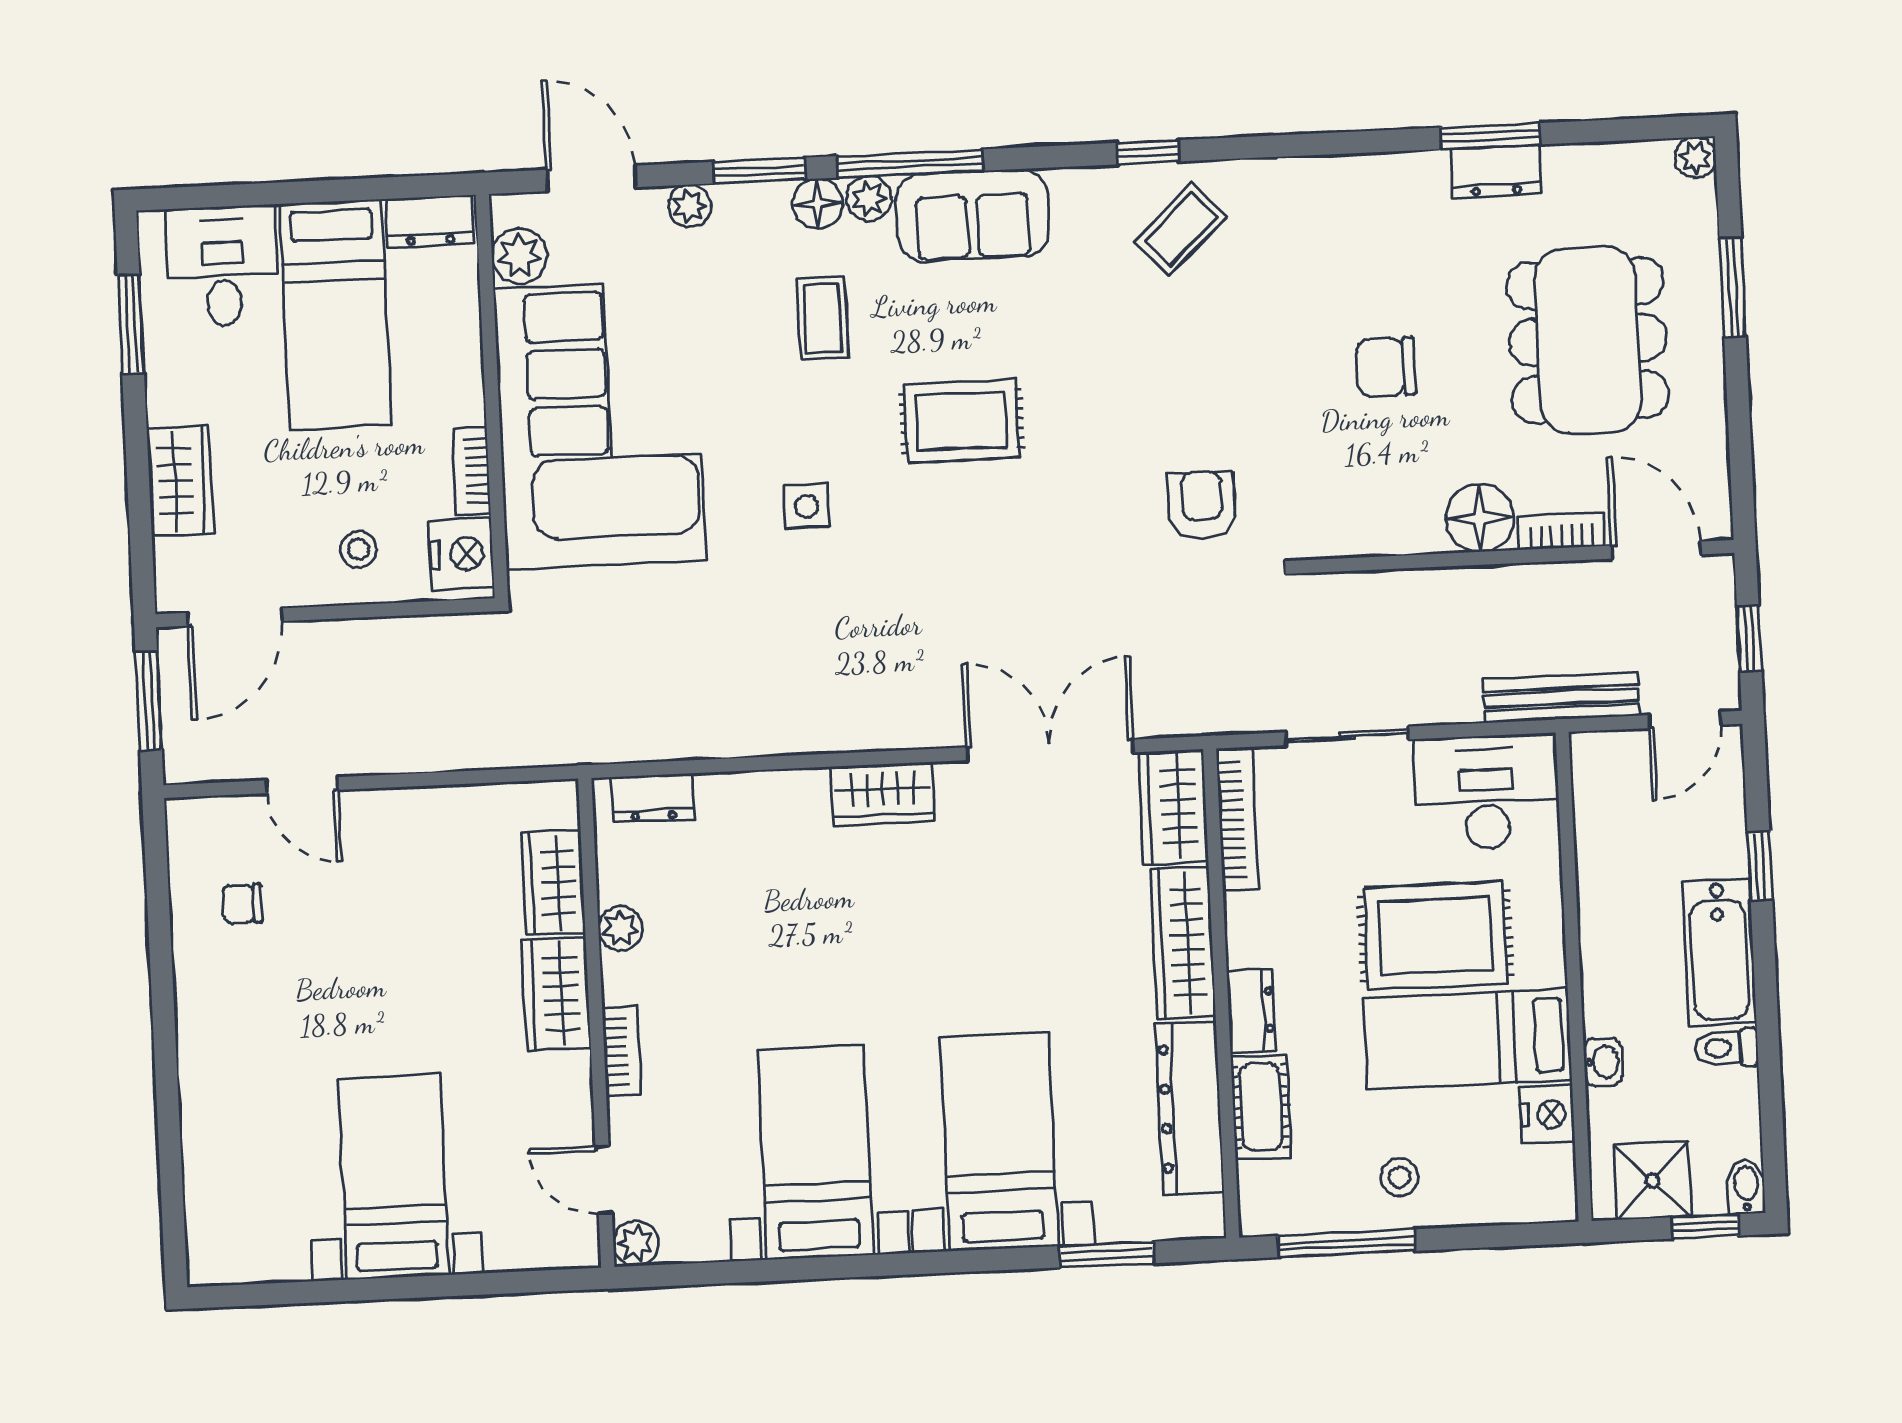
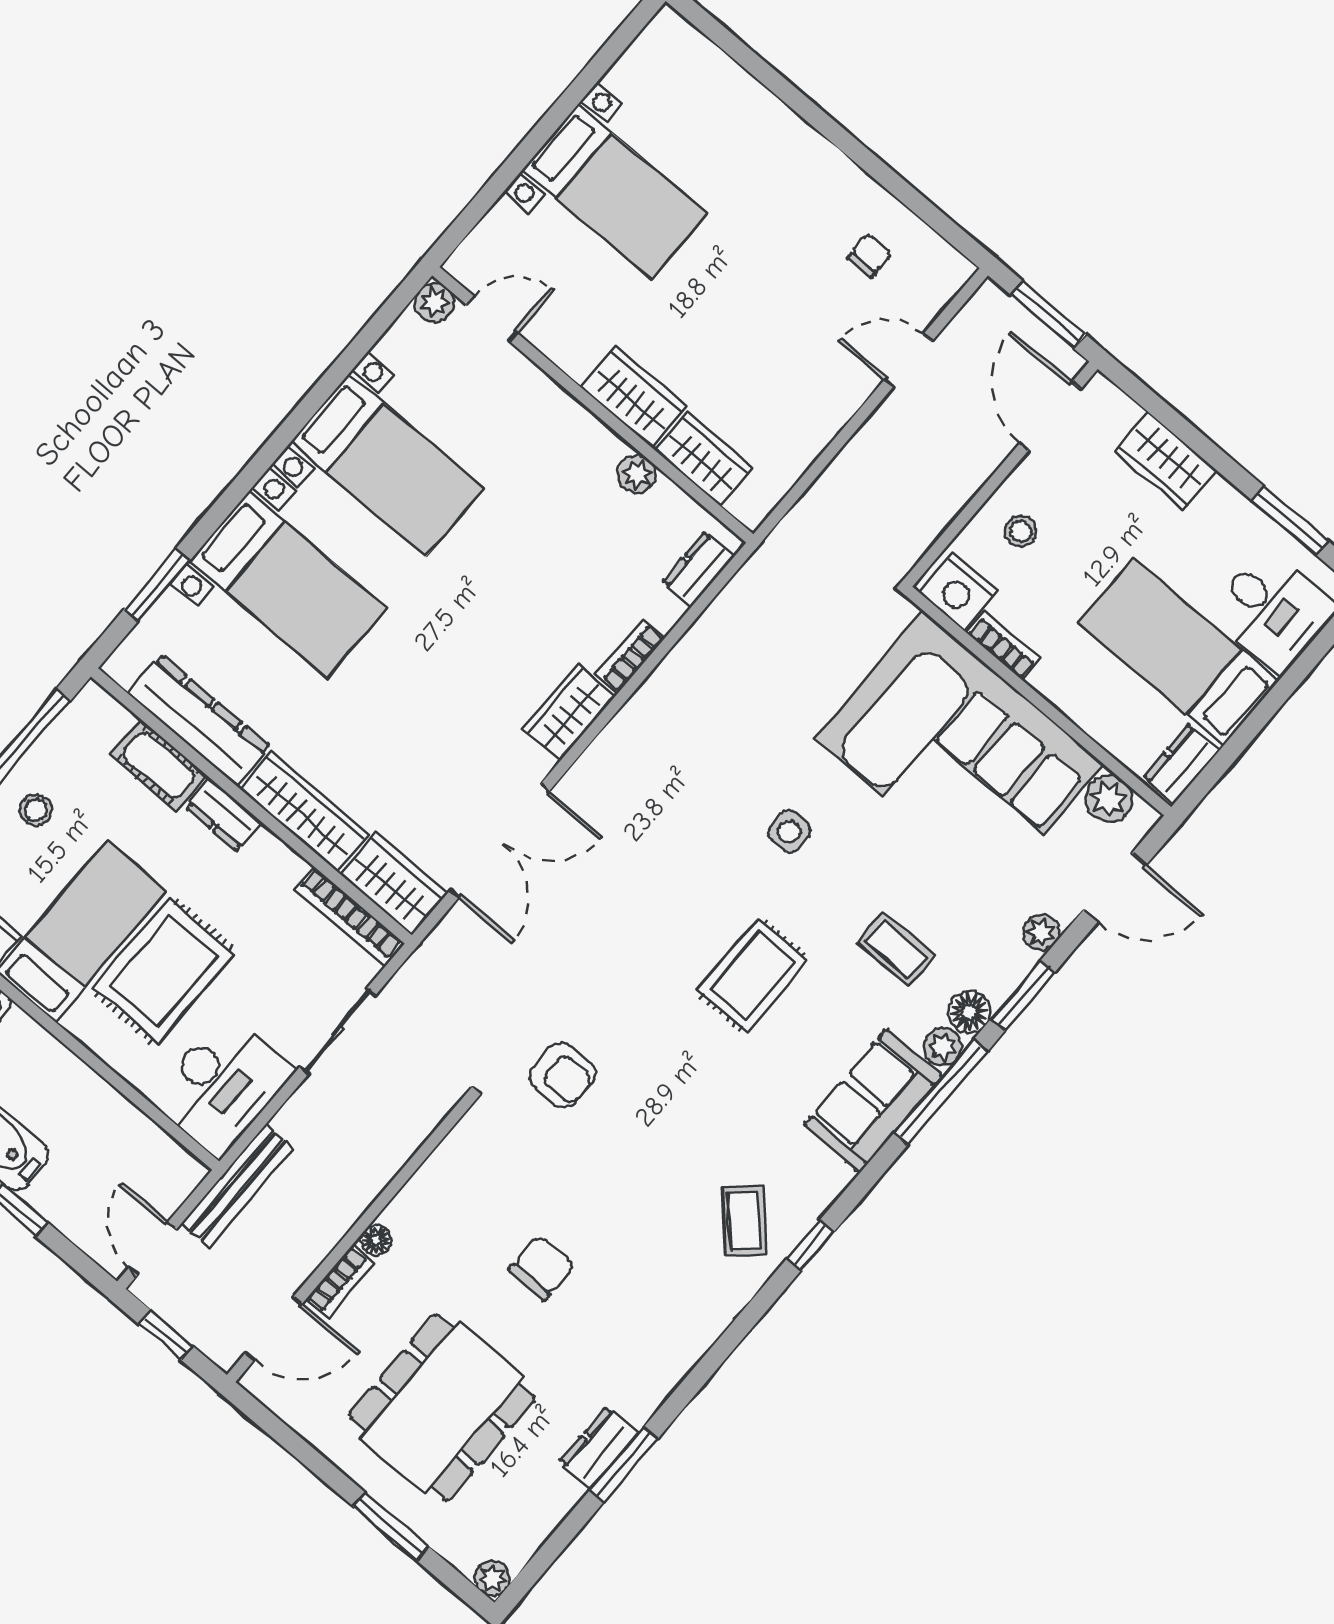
dining table: (1588, 340) -> (442, 1407), turned 90
floor lamp: (1480, 518) -> (376, 1240), width x0.53, depth x0.53
bookcase: (622, 1051) -> (630, 656), moved, turned 90

